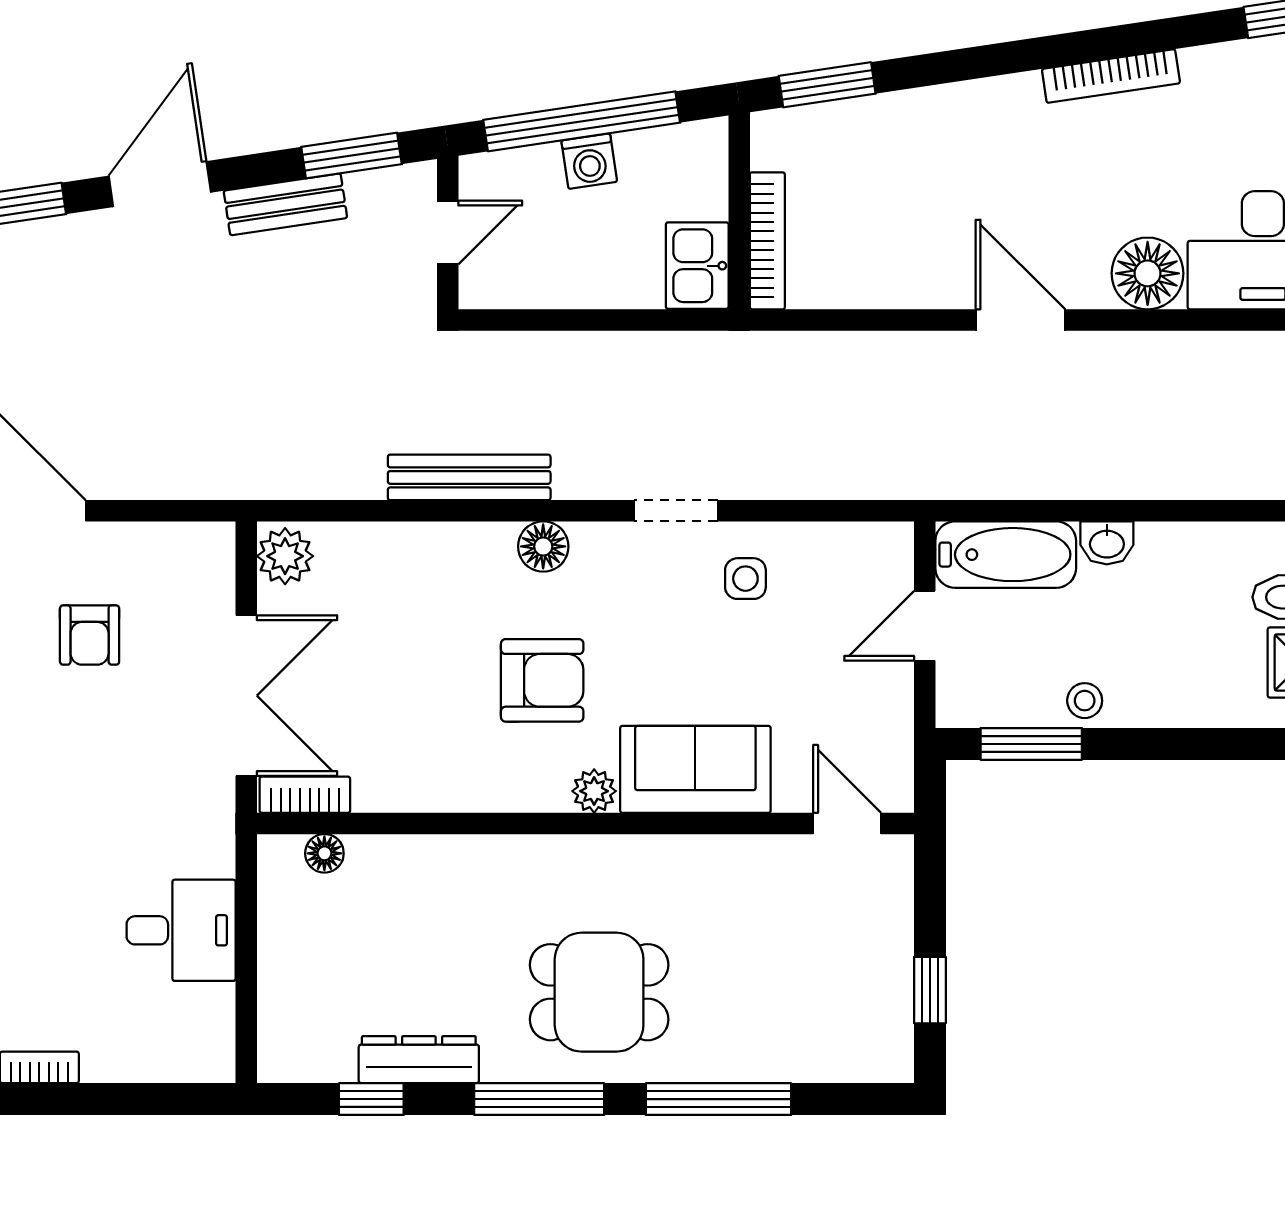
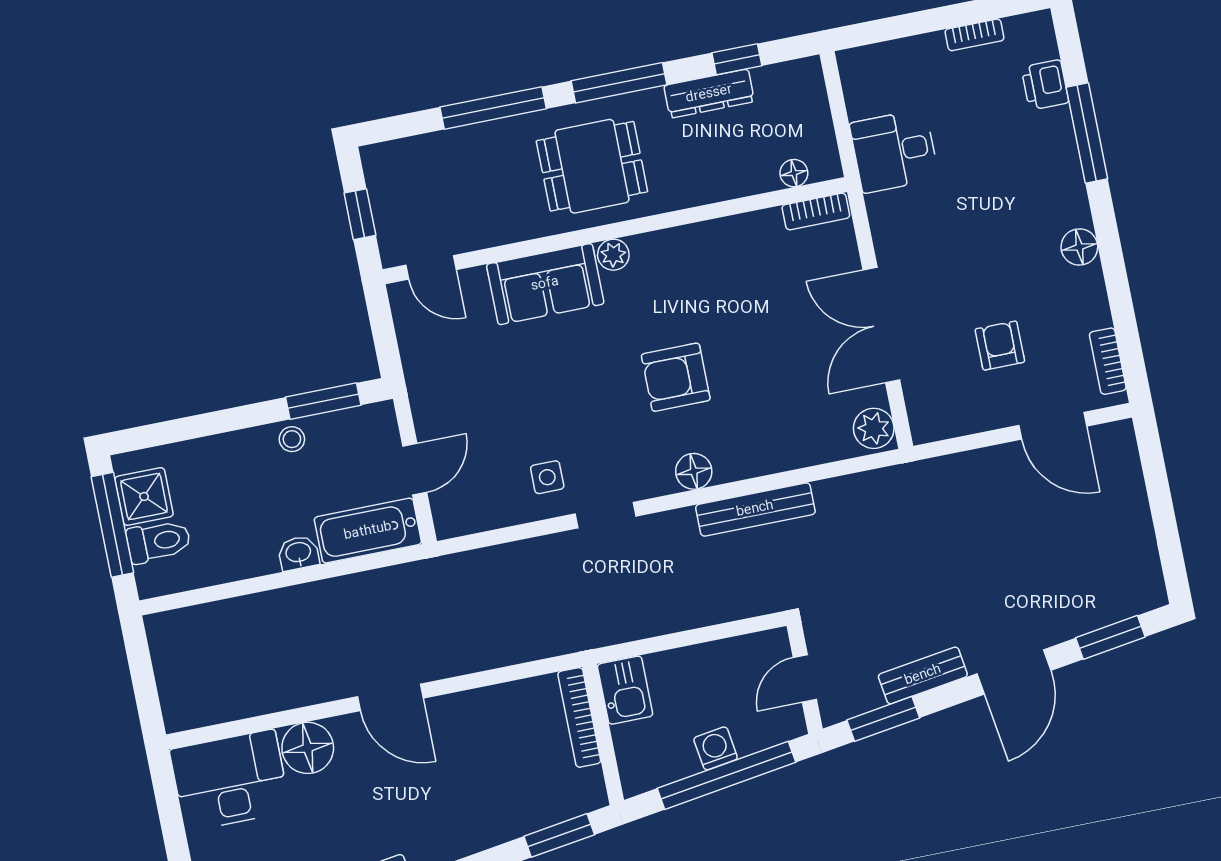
sofa: (695, 769) -> (545, 284), moved
plant: (594, 791) -> (613, 255), moved
bookcase: (305, 795) -> (816, 211), moved
wall: (585, 823) -> (615, 231), moved
door: (847, 823) -> (431, 267), moved
floor lamp: (324, 853) -> (794, 173), moved

